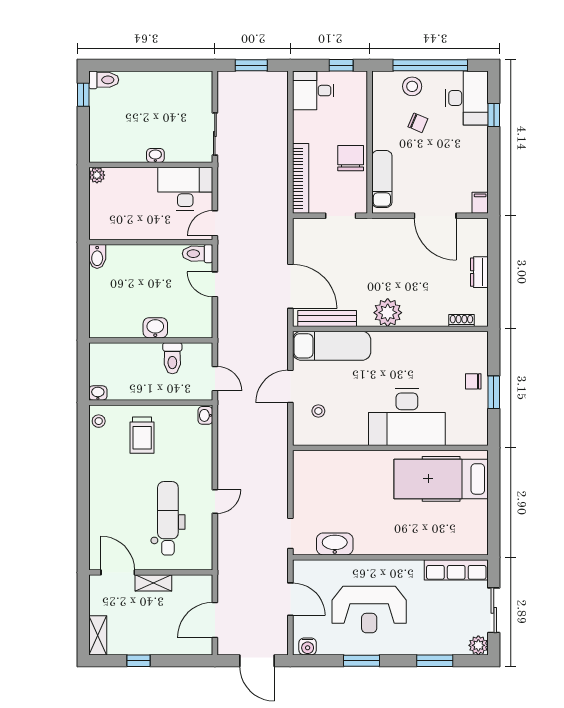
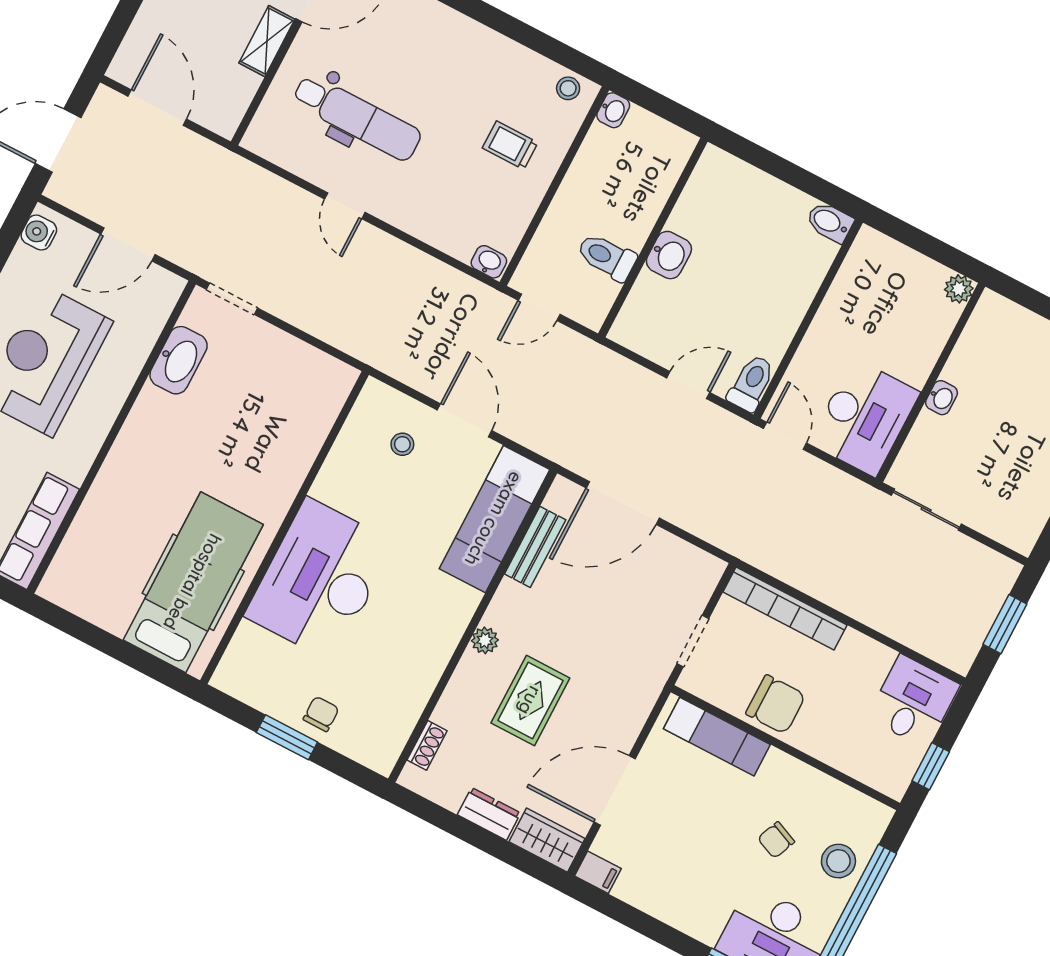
wardrobe: (477, 237) -> (547, 840), added
rug: (412, 281) -> (530, 701), added
plant: (388, 313) -> (485, 640), width x0.53, depth x0.53
bench: (327, 319) -> (535, 547), width x0.73
trolley: (142, 435) -> (510, 145), width x0.73, depth x0.72

